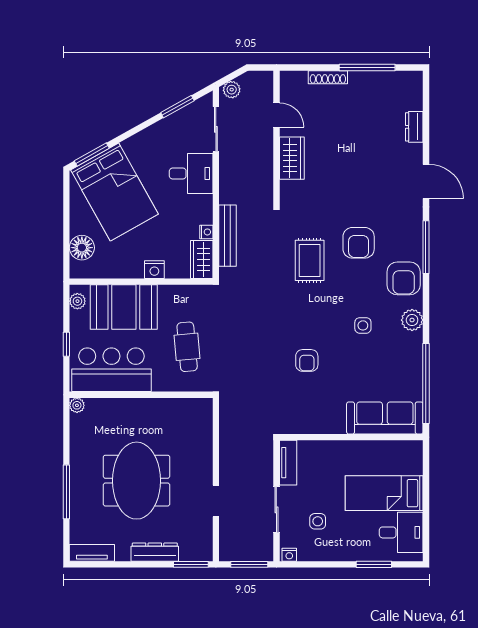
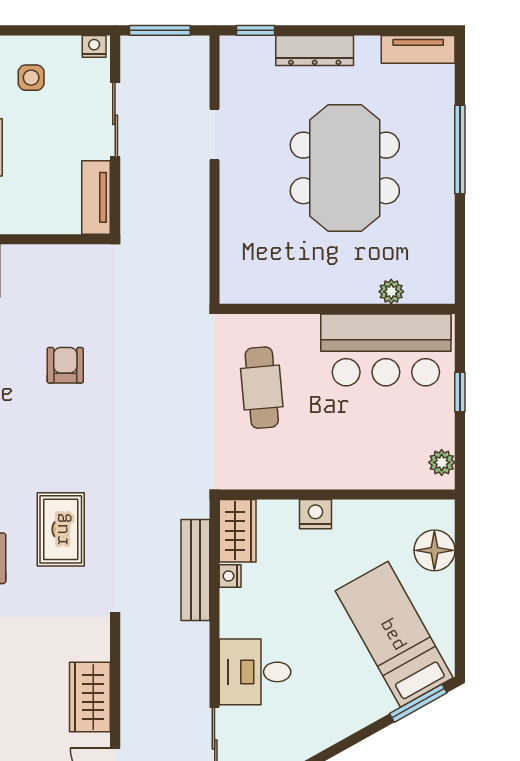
bed: (114, 192) -> (394, 634), width x0.67
booth: (124, 307) -> (366, 453), removed
plant: (77, 405) -> (391, 292), moved
side table: (318, 521) -> (31, 78), moved
window: (191, 564) -> (256, 30), width x0.67

